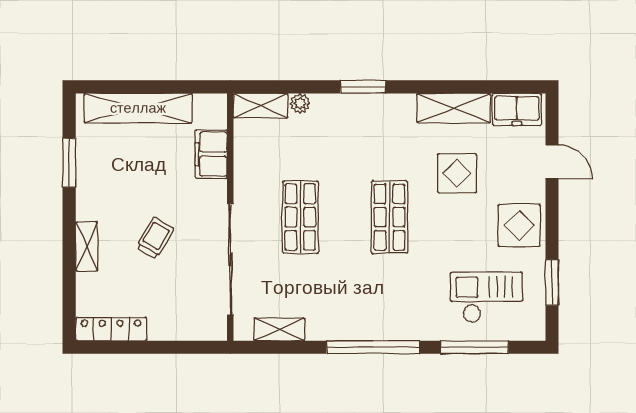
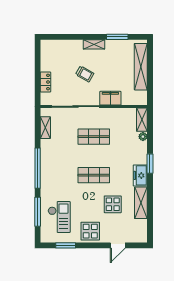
freezer: (517, 109) -> (140, 175), moved
filing cabinet: (211, 154) -> (110, 98), moved
shelving: (87, 246) -> (94, 44), moved
locker: (111, 329) -> (45, 82), moved, width x0.66

